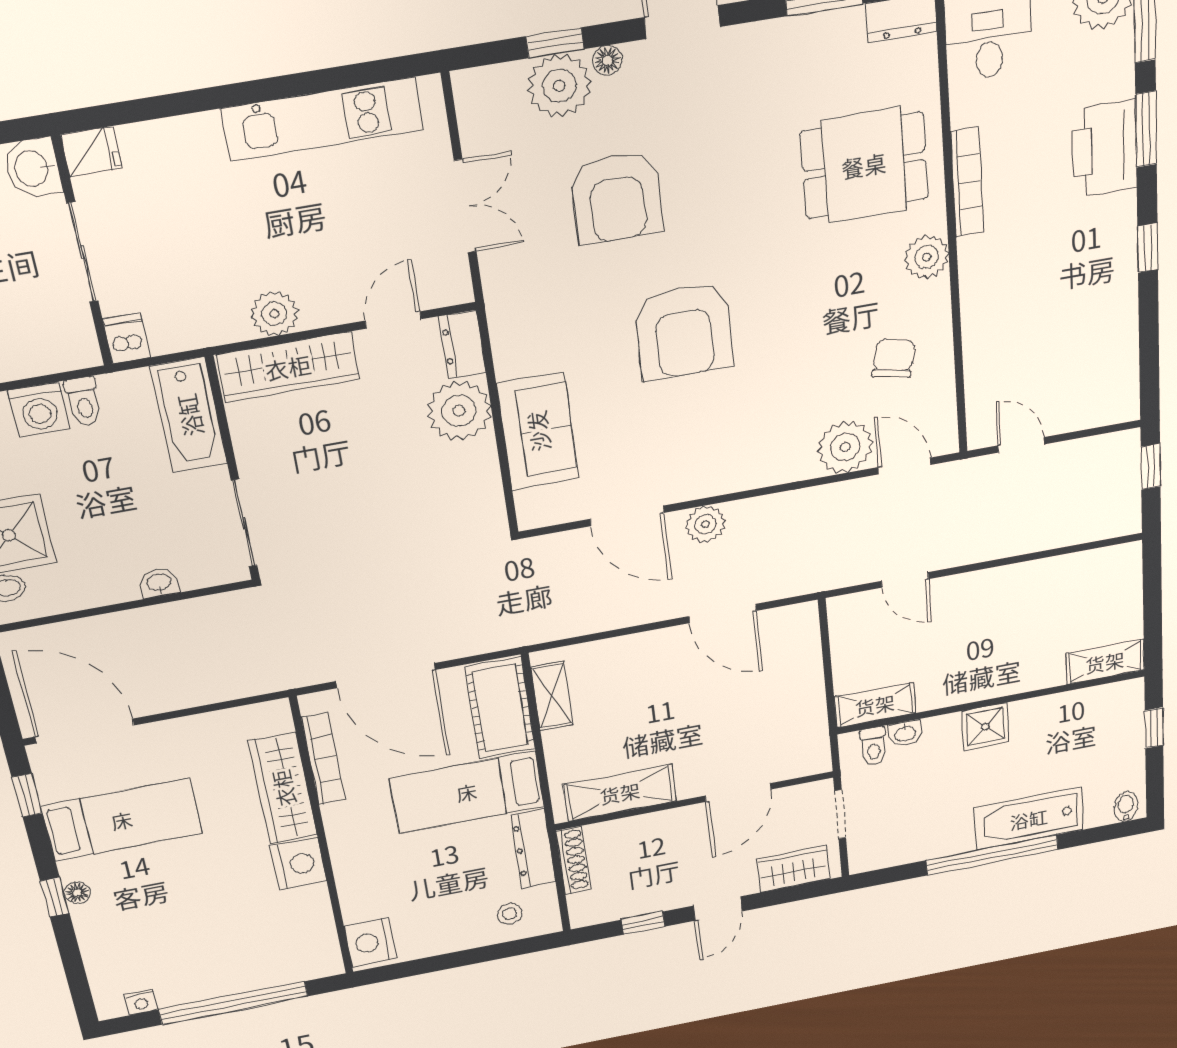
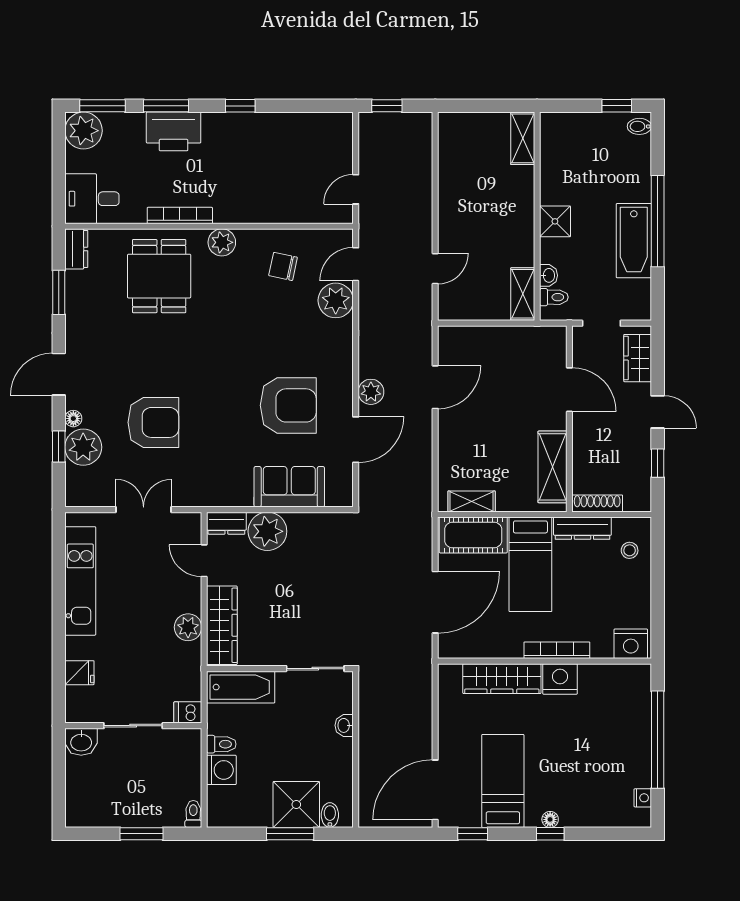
fridge: (91, 151) -> (79, 673), moved, turned 90
armchair: (684, 331) -> (288, 405), moved
window: (1154, 728) -> (617, 106), moved
bookcase: (323, 759) -> (557, 650), moved
bathtub: (1029, 819) -> (634, 241), moved

